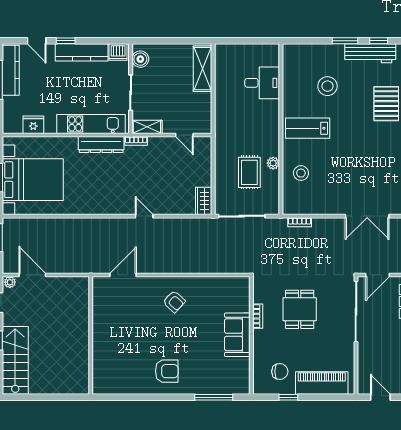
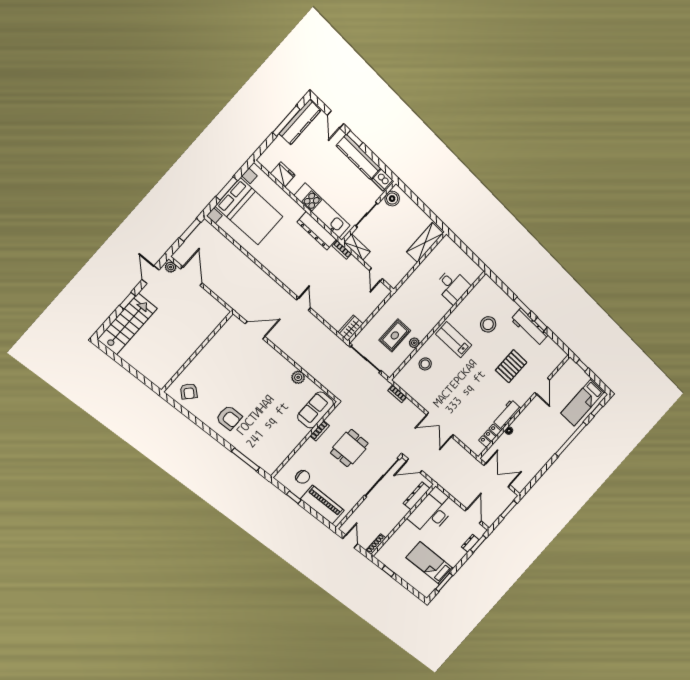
plant: (196, 284) -> (298, 377), added
armchair: (174, 301) -> (189, 391), moved
sofa: (237, 335) -> (315, 410), moved

